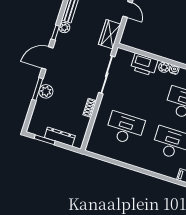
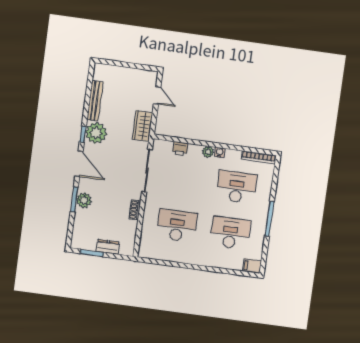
plant: (64, 28) -> (96, 133), width x1.87, depth x1.87
door: (47, 58) -> (79, 164), swing flipped
printer: (144, 65) -> (180, 149), width x0.53, depth x0.68
dresser: (60, 137) -> (108, 247), width x0.70

